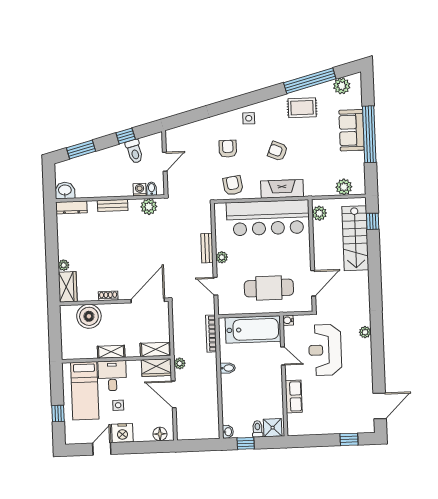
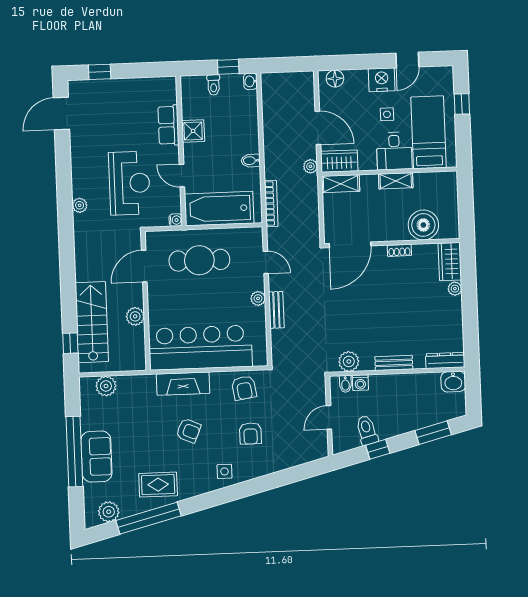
plant: (319, 213) -> (135, 316), moved
shower: (273, 428) -> (193, 131), moved

